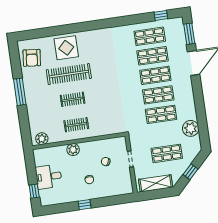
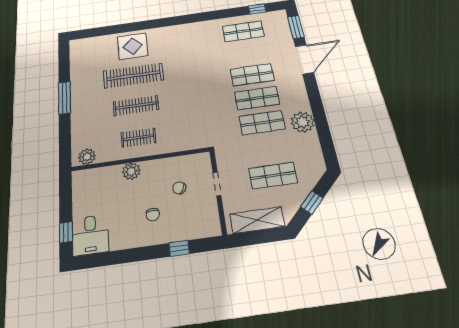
shop shelf: (153, 56) -> (247, 52), removed
armchair: (32, 58) -> (86, 58), removed
clothes rail: (73, 99) -> (136, 106), width x1.36
plant: (191, 128) -> (303, 122), moved
desk: (49, 177) -> (90, 235), moved, turned -90
window: (85, 205) -> (179, 248), moved

